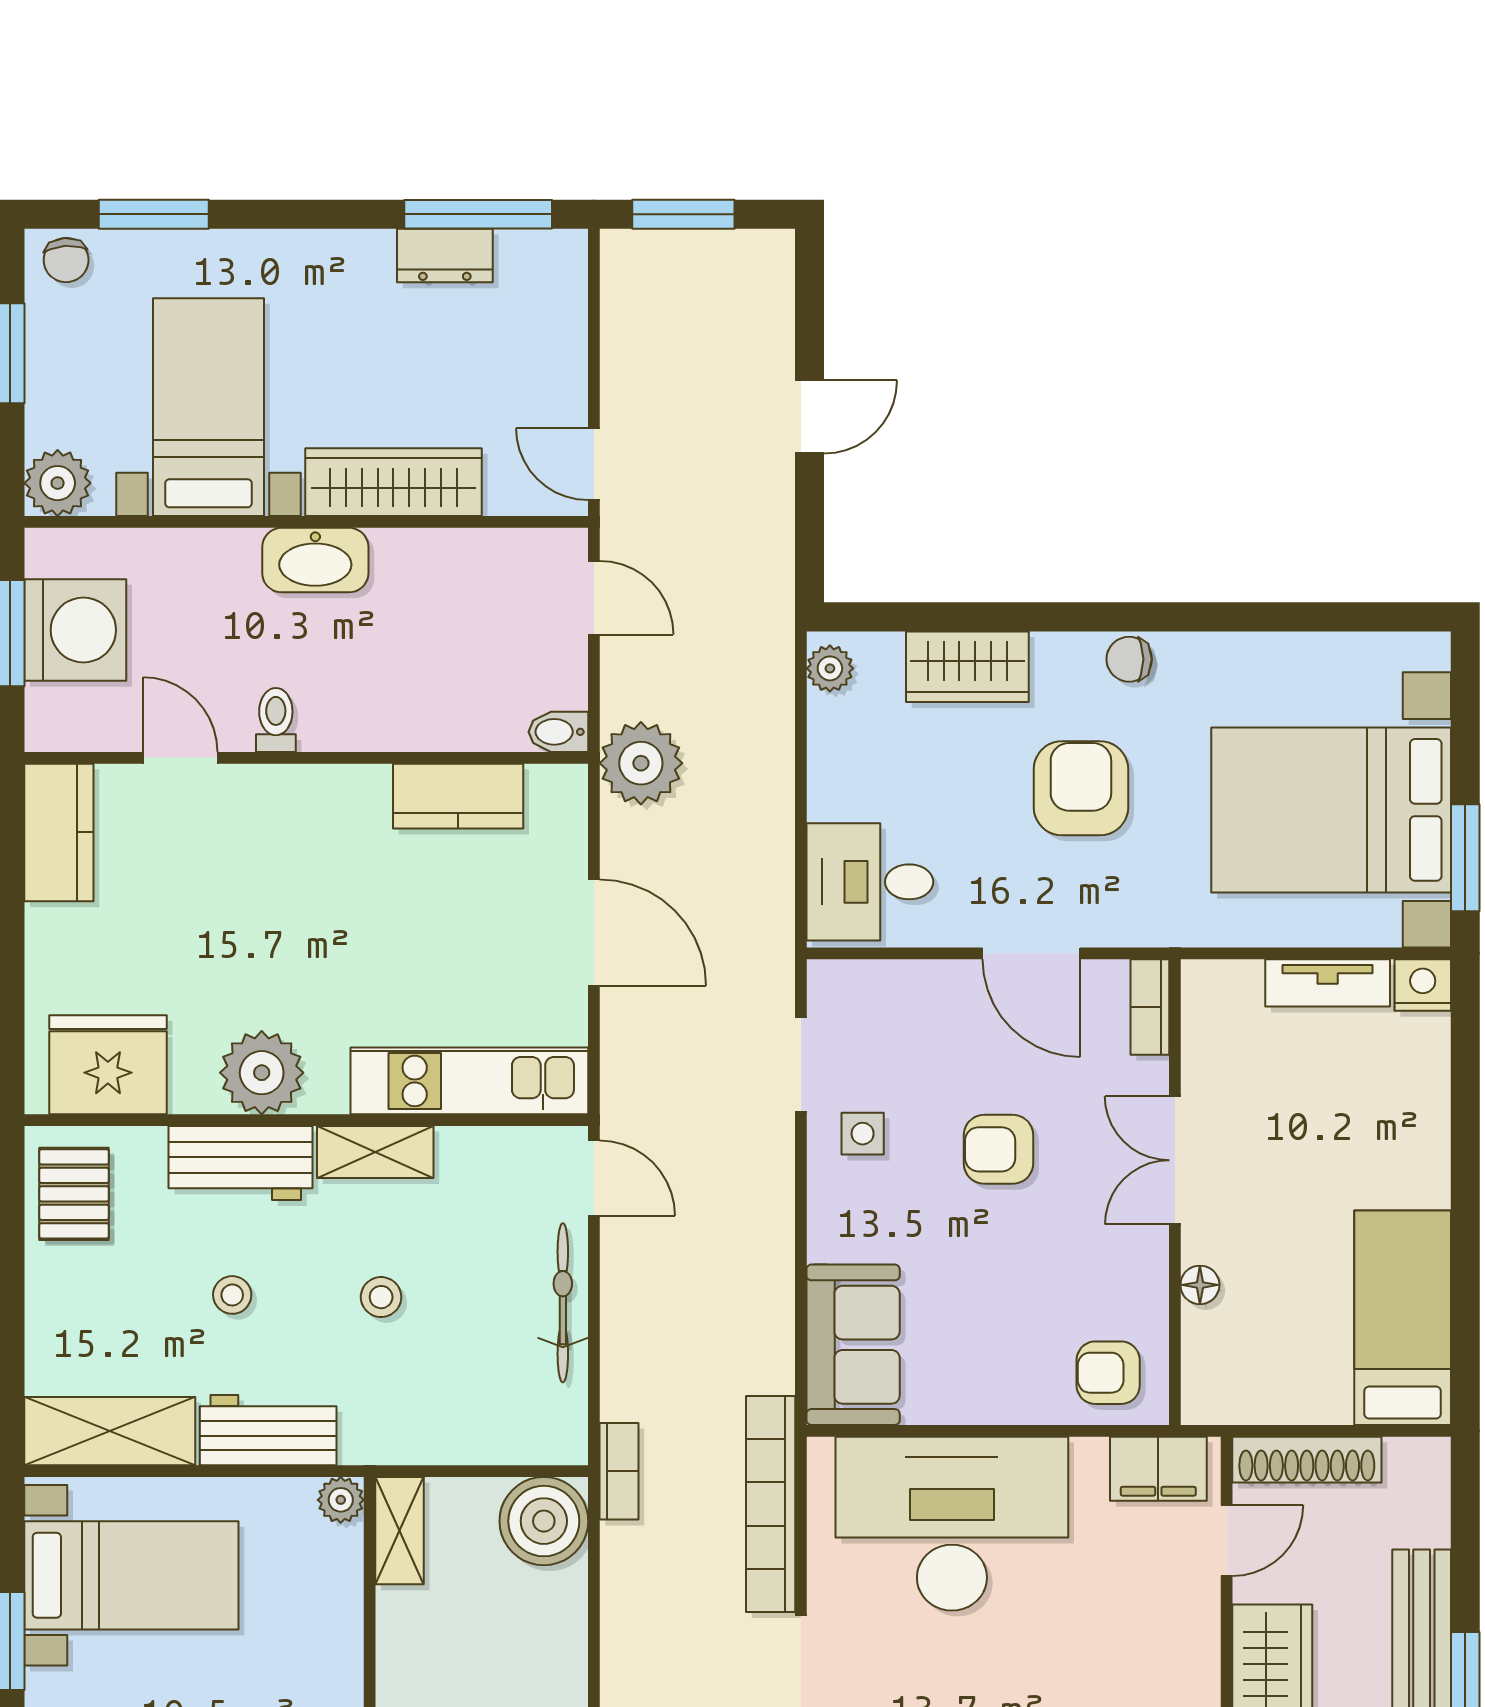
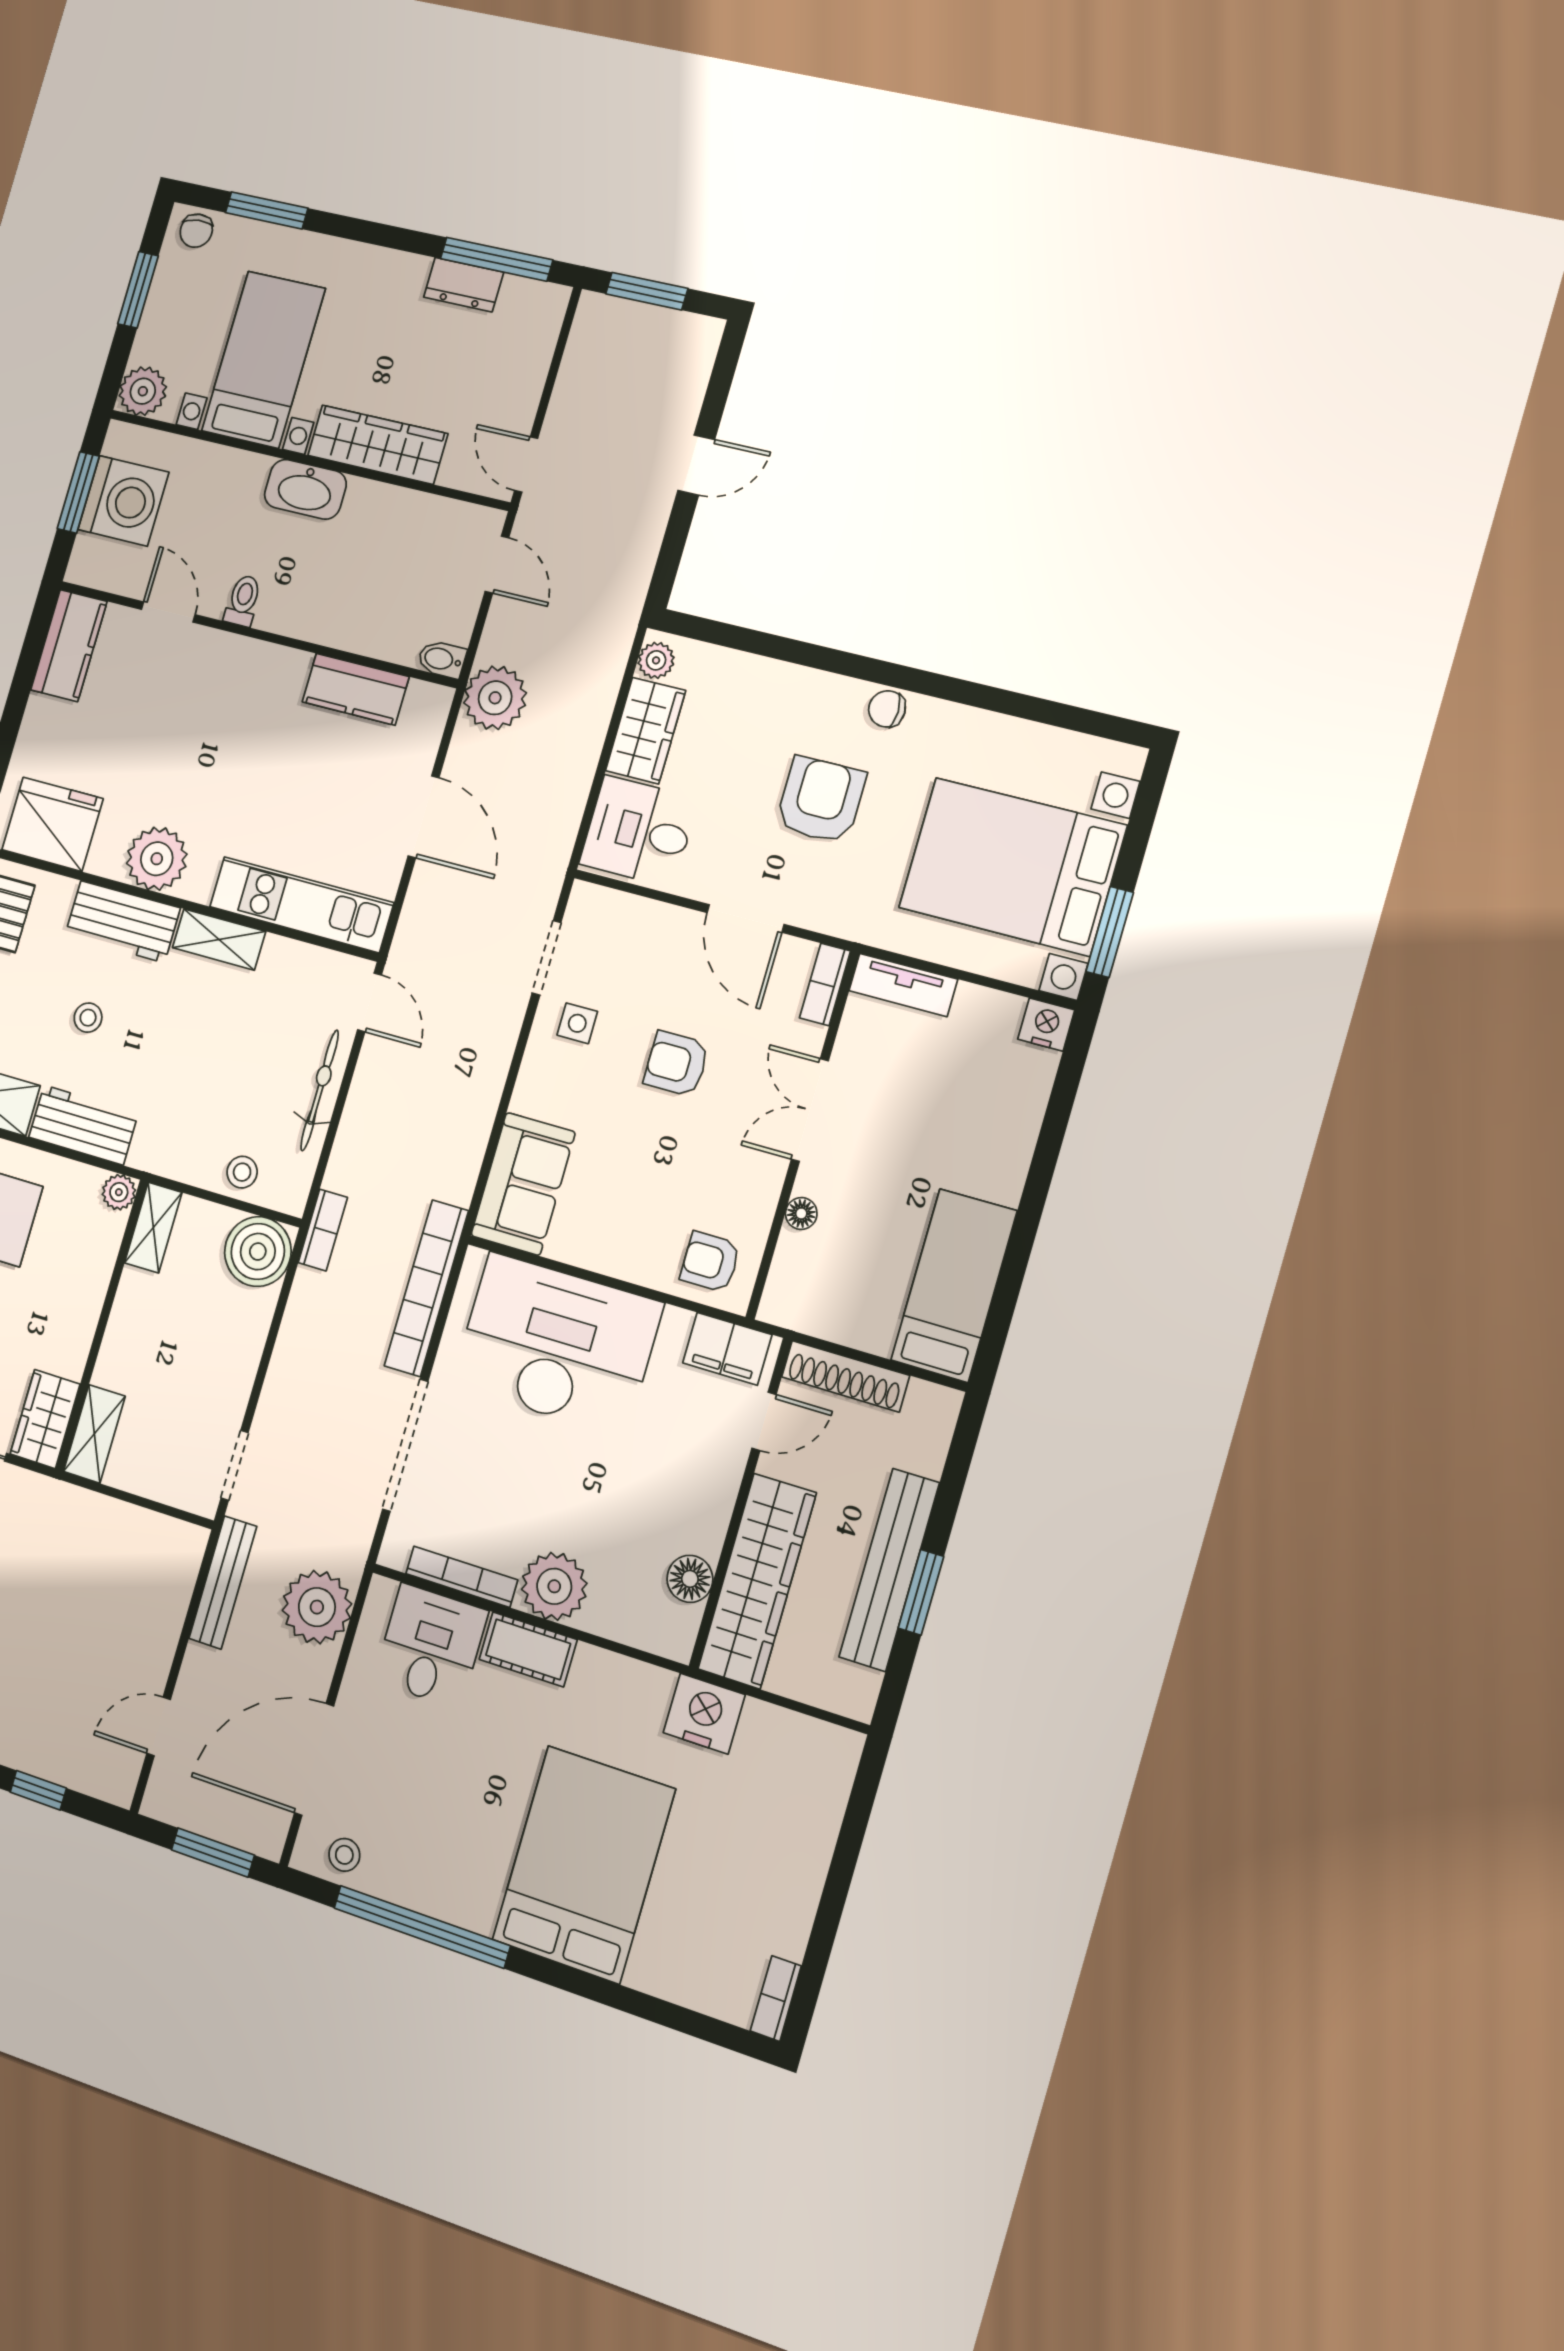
wardrobe: (967, 667) -> (646, 731), moved, turned -90
tv unit: (1328, 983) -> (903, 985), moved
stool: (381, 1297) -> (242, 1172), moved

